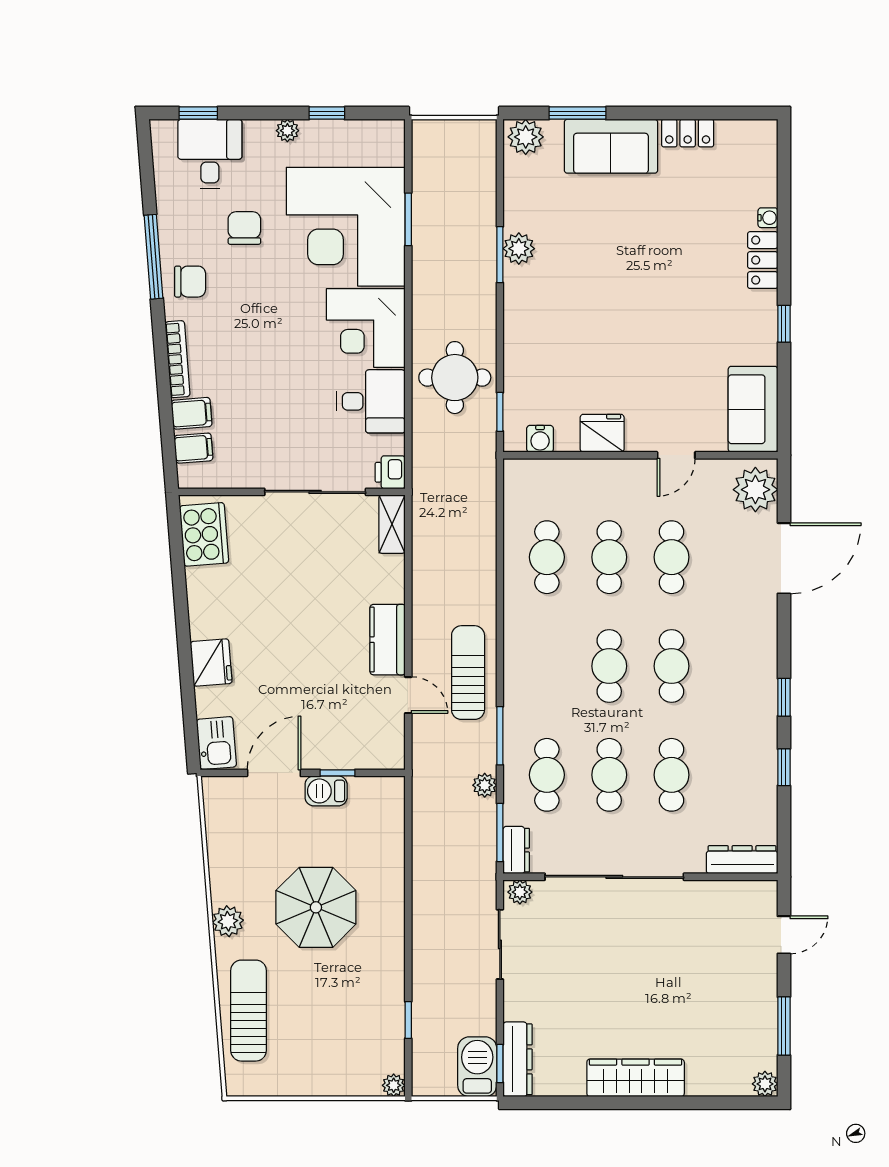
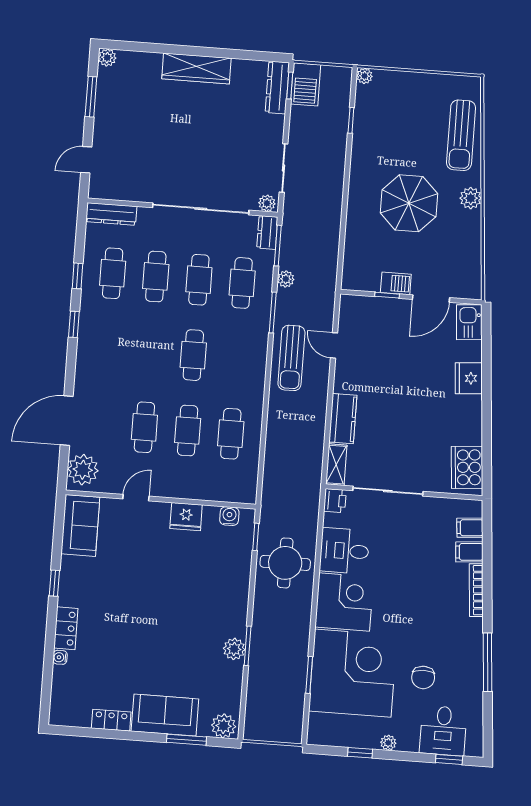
chair: (190, 282) -> (464, 643), removed
kitchen counter: (388, 640) -> (343, 419), moved
cafe table: (672, 666) -> (113, 273), moved

